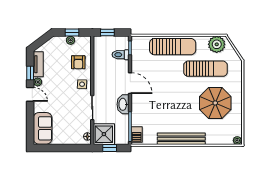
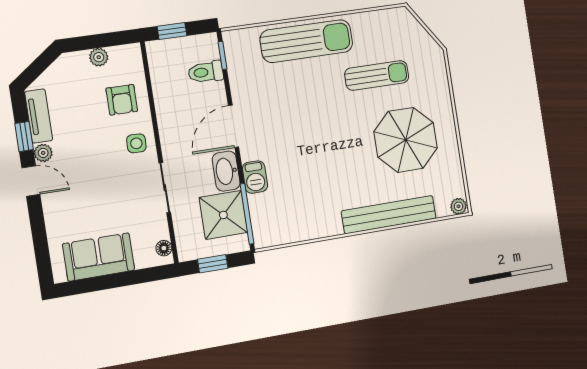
window: (72, 33) -> (99, 41), removed
plant: (217, 44) -> (391, 25), removed
sun lounger: (205, 69) -> (377, 76), width x0.73, depth x0.75
door: (130, 83) -> (234, 126), swing flipped
sofa: (43, 128) -> (99, 257), moved, turned -90
shower: (104, 134) -> (223, 215), moved
barbecue: (137, 134) -> (255, 177), moved
bench: (181, 139) -> (389, 215), moved

